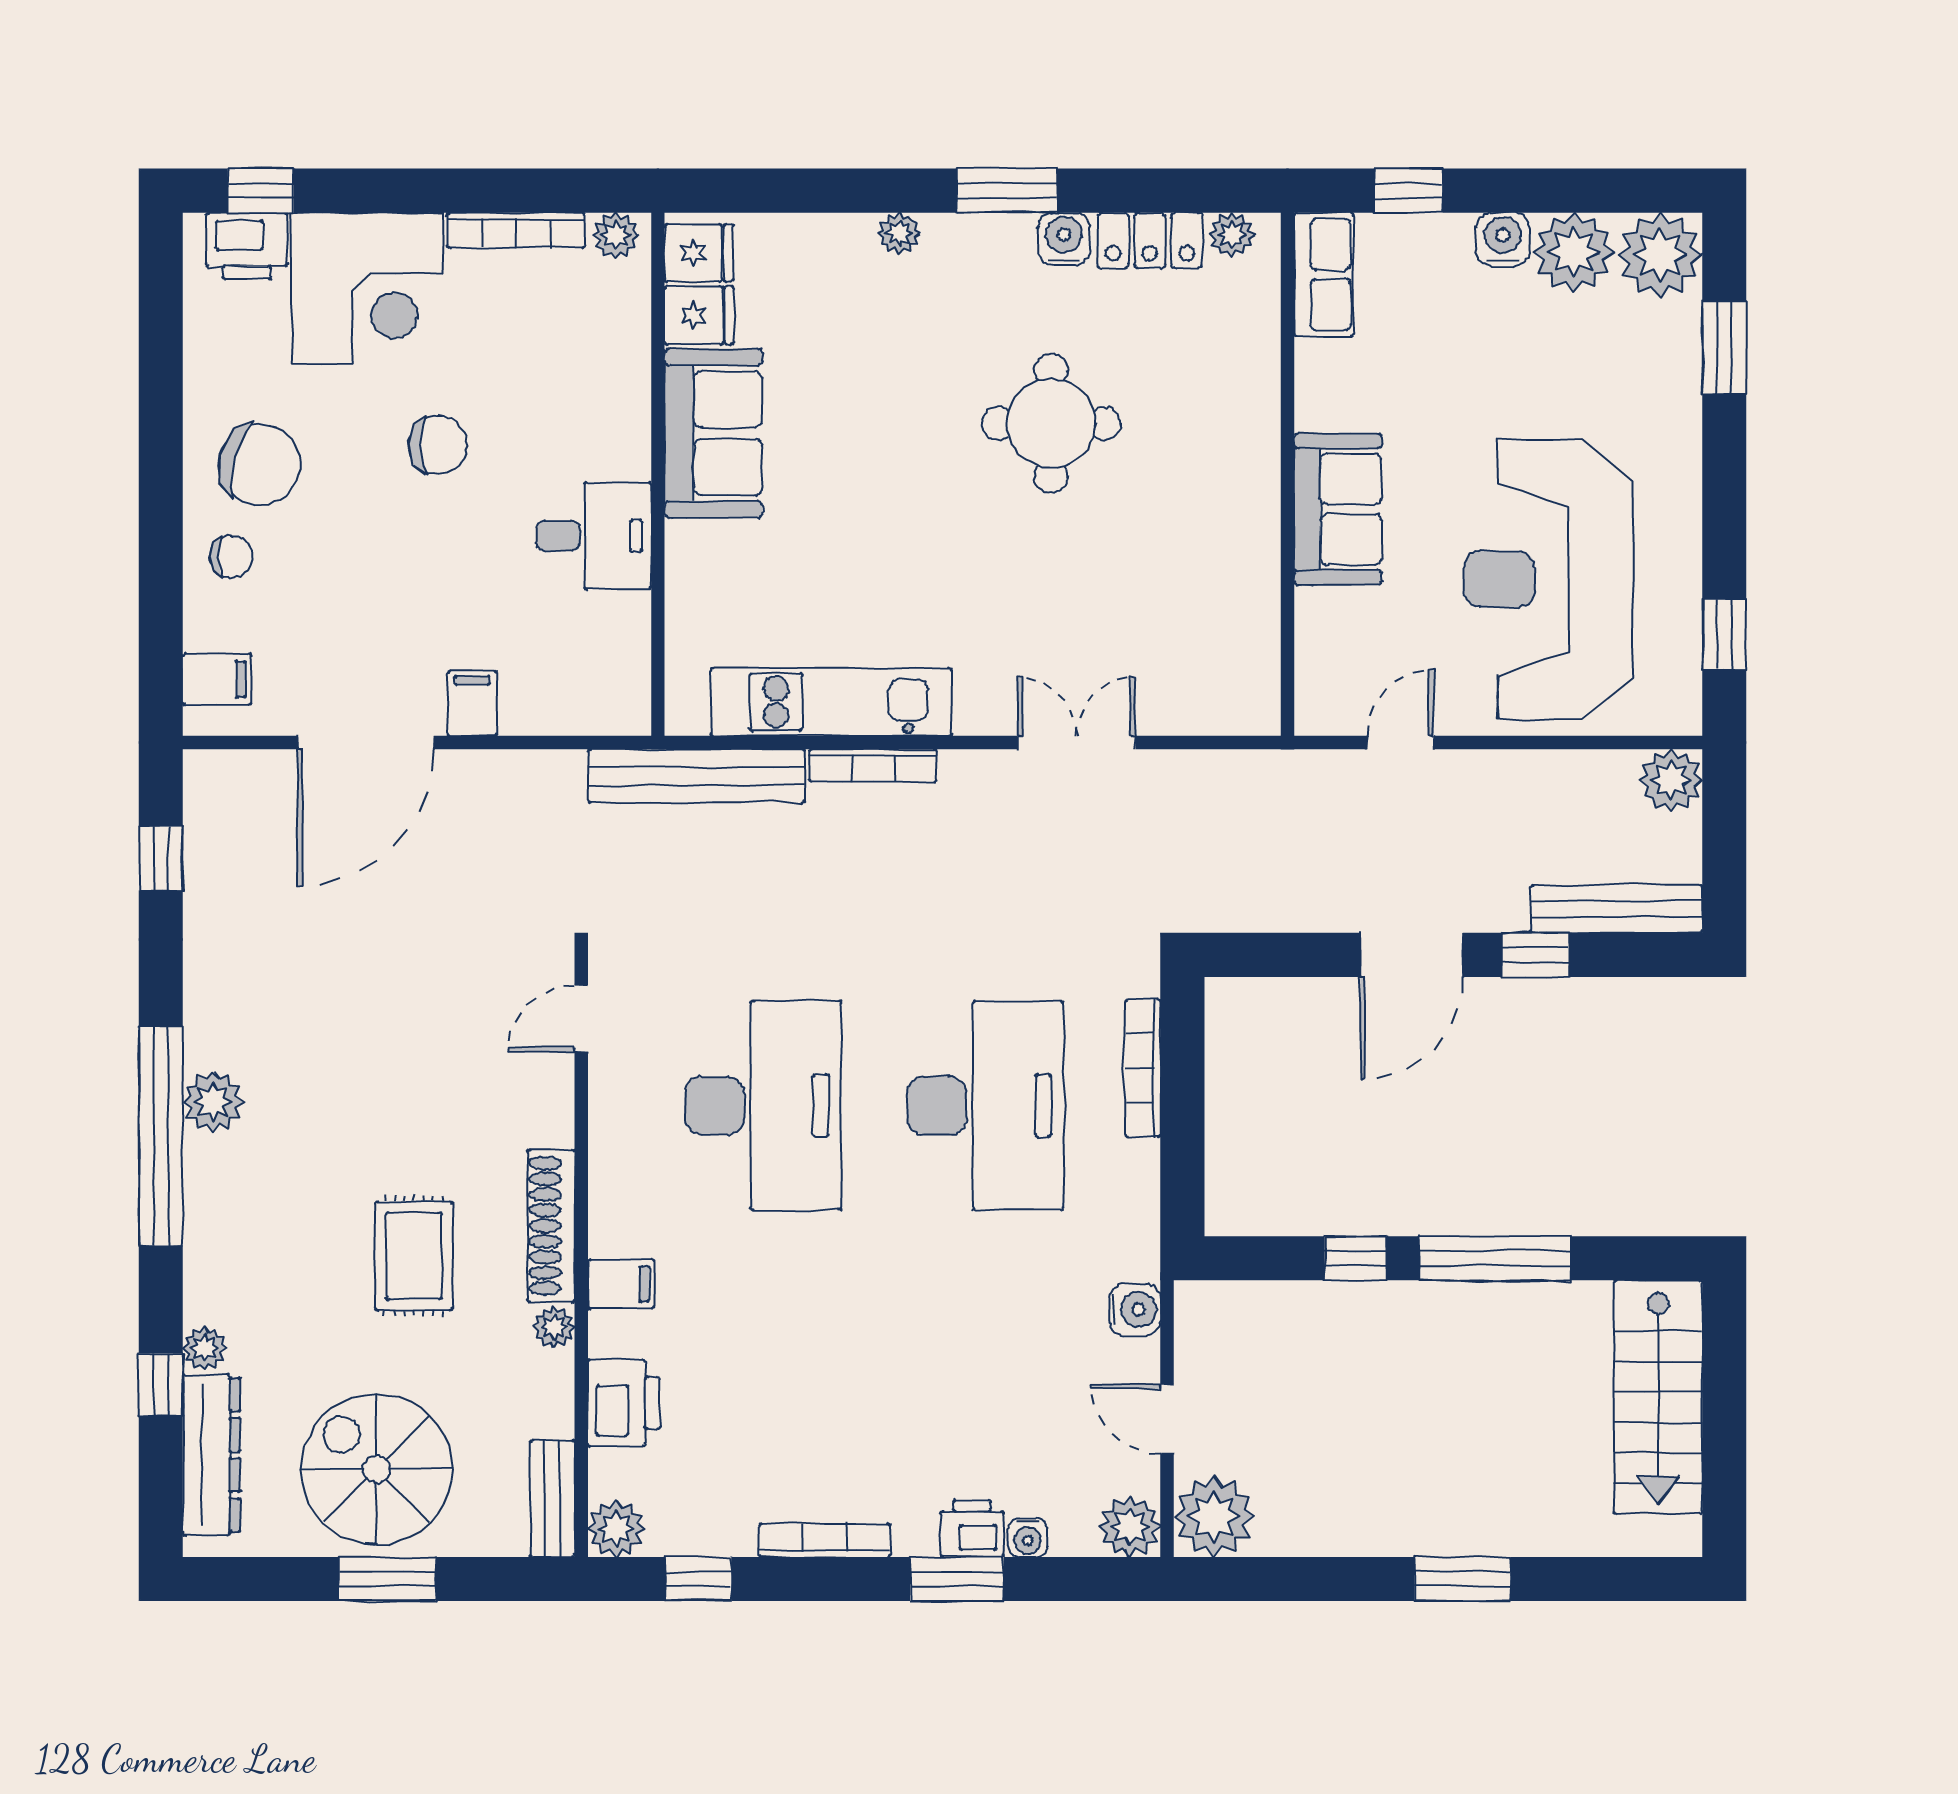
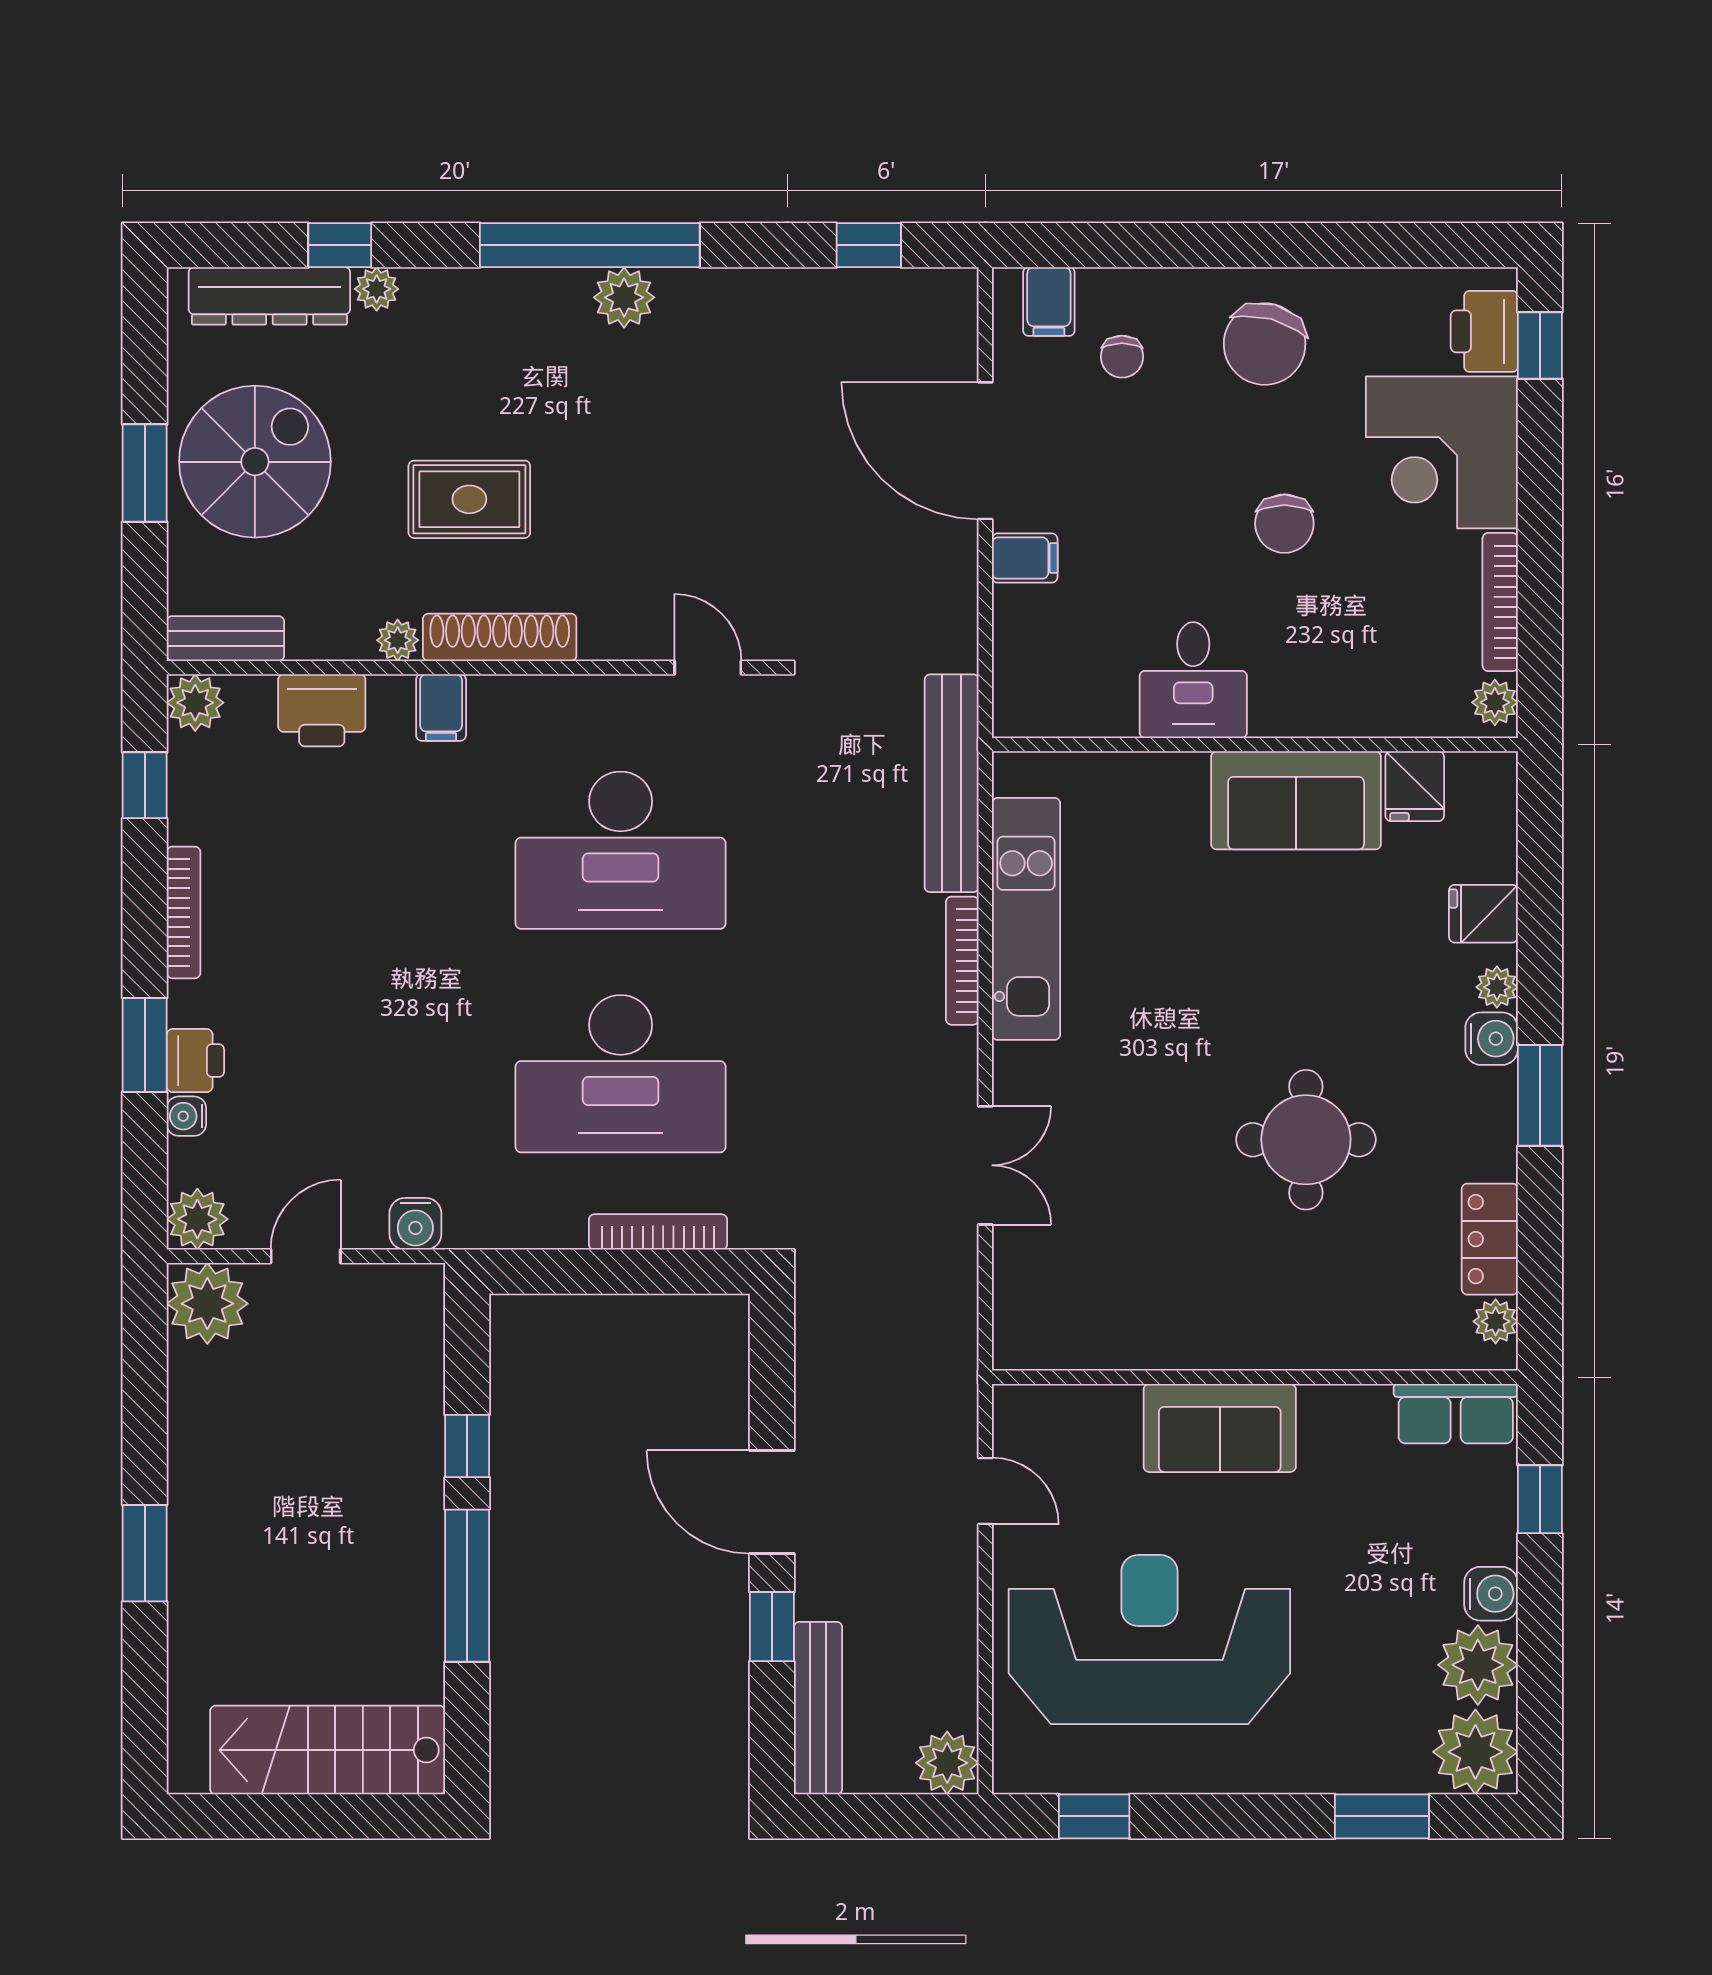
water cooler: (1064, 239) -> (1492, 1039), moved
fridge: (699, 253) -> (1483, 914), moved, turned 90
chair: (231, 557) -> (1122, 357), moved

